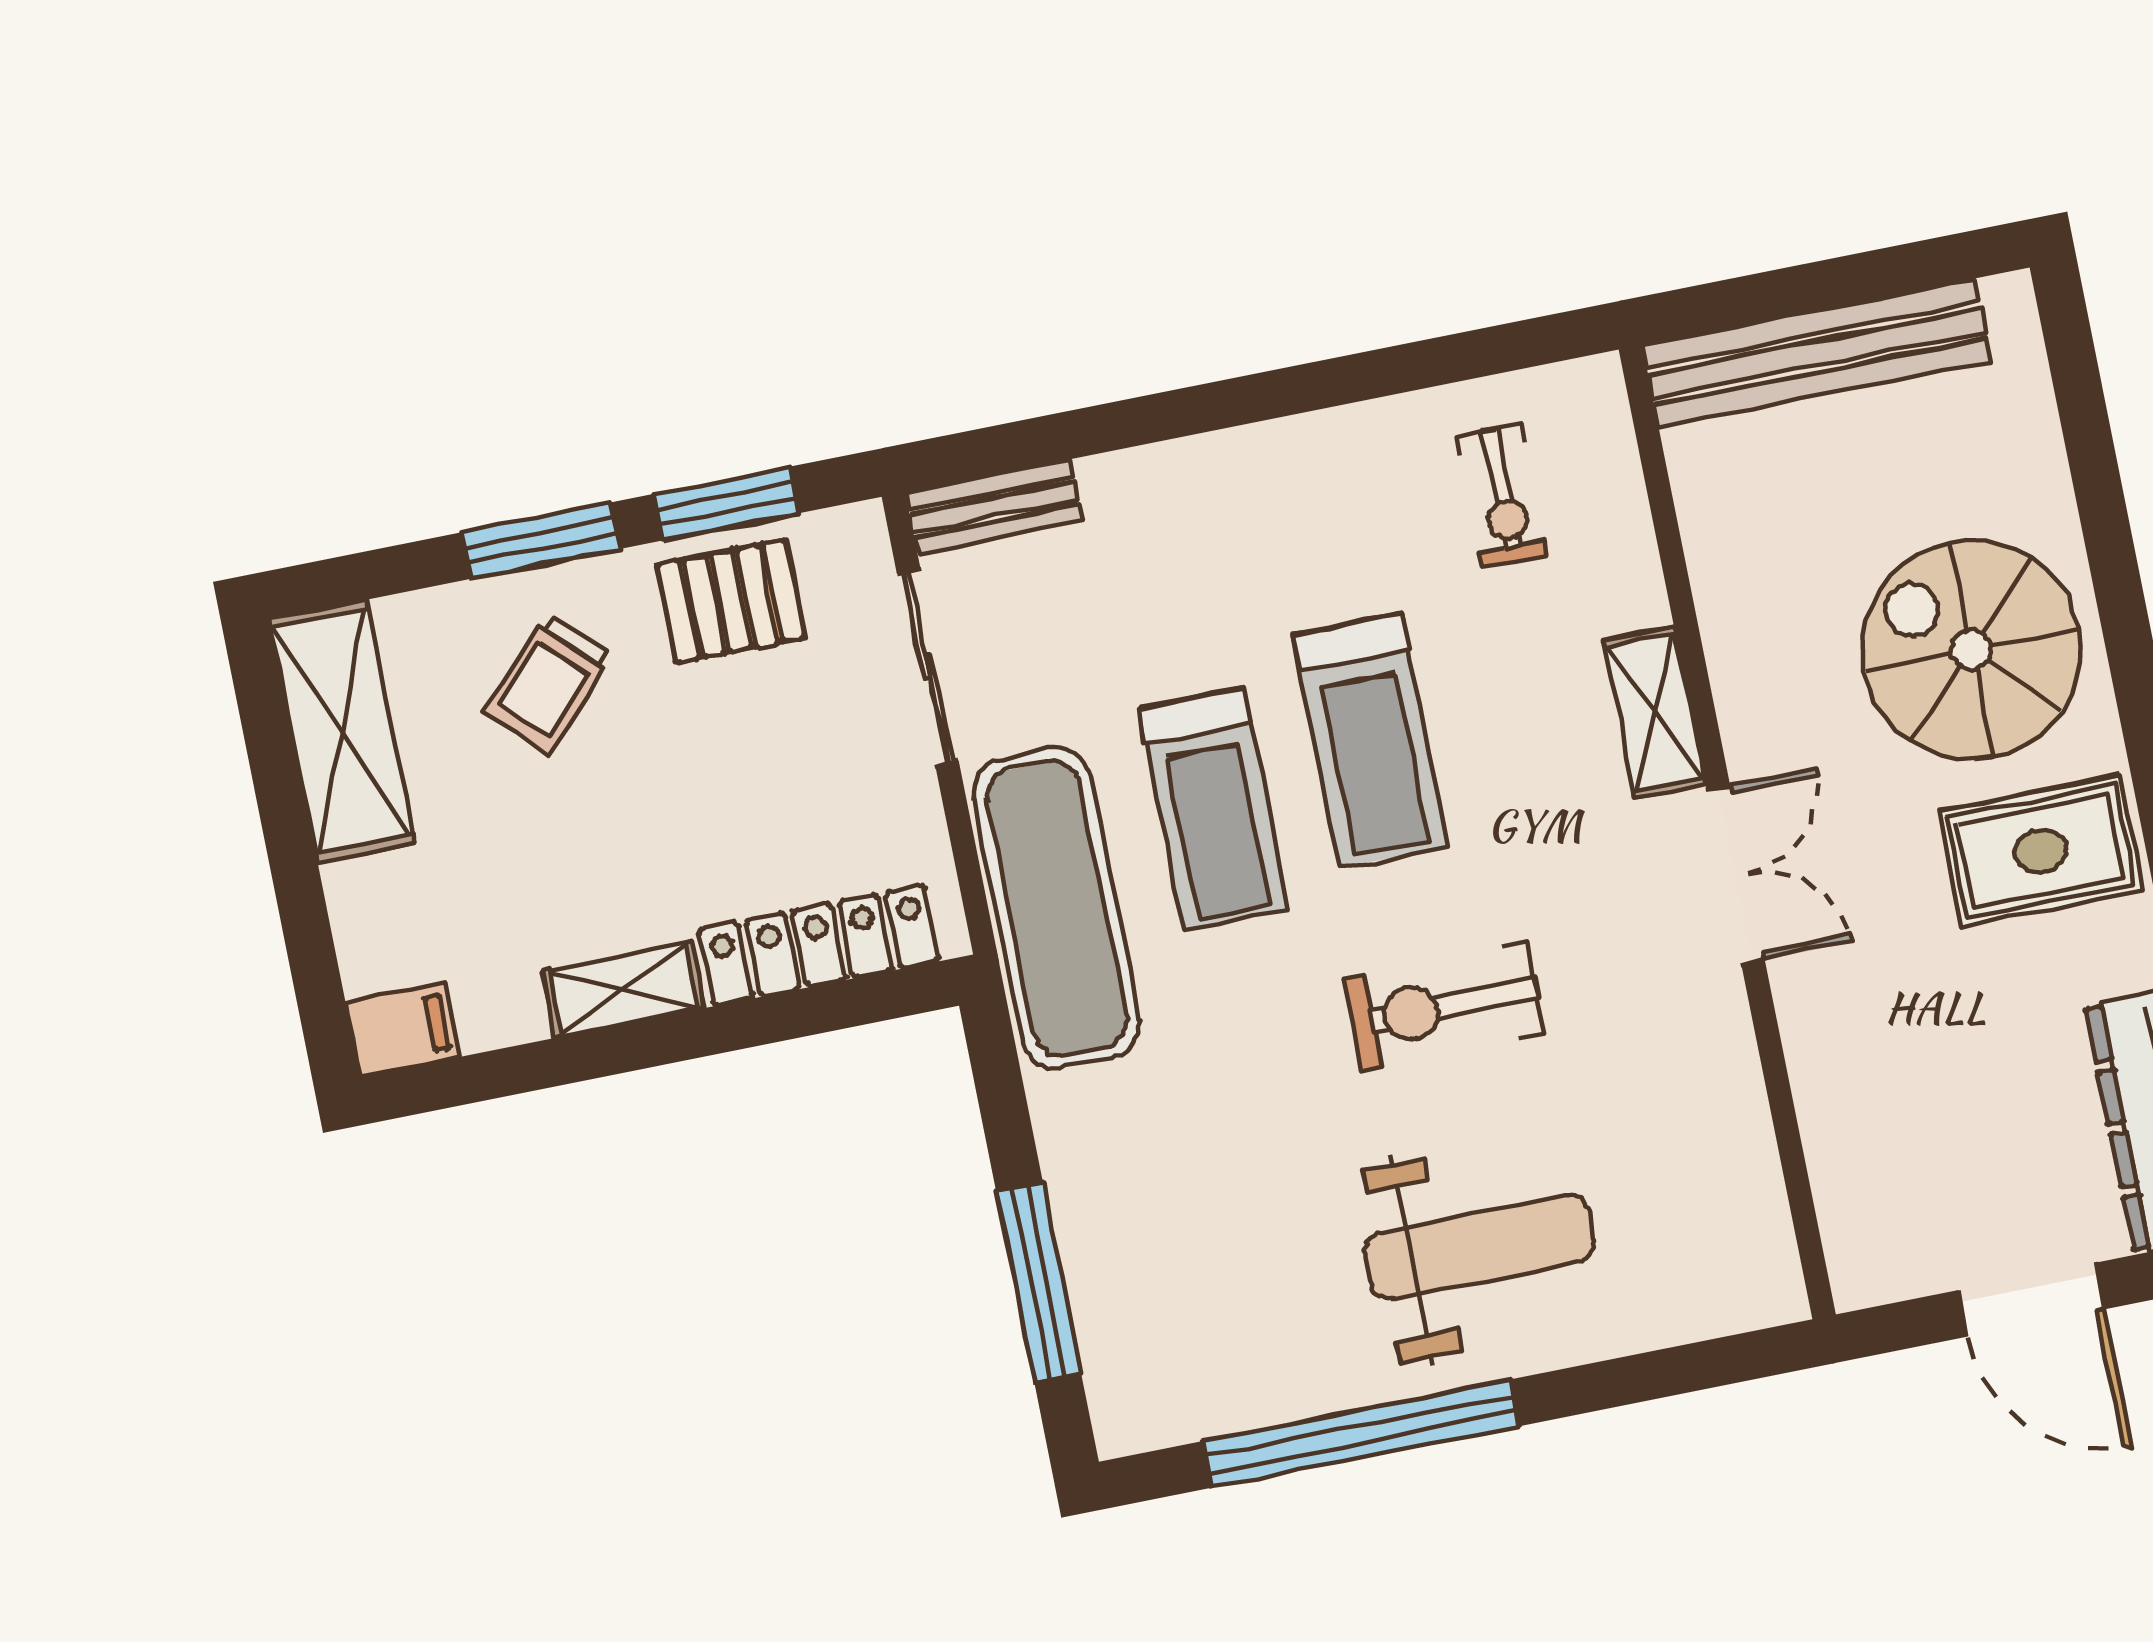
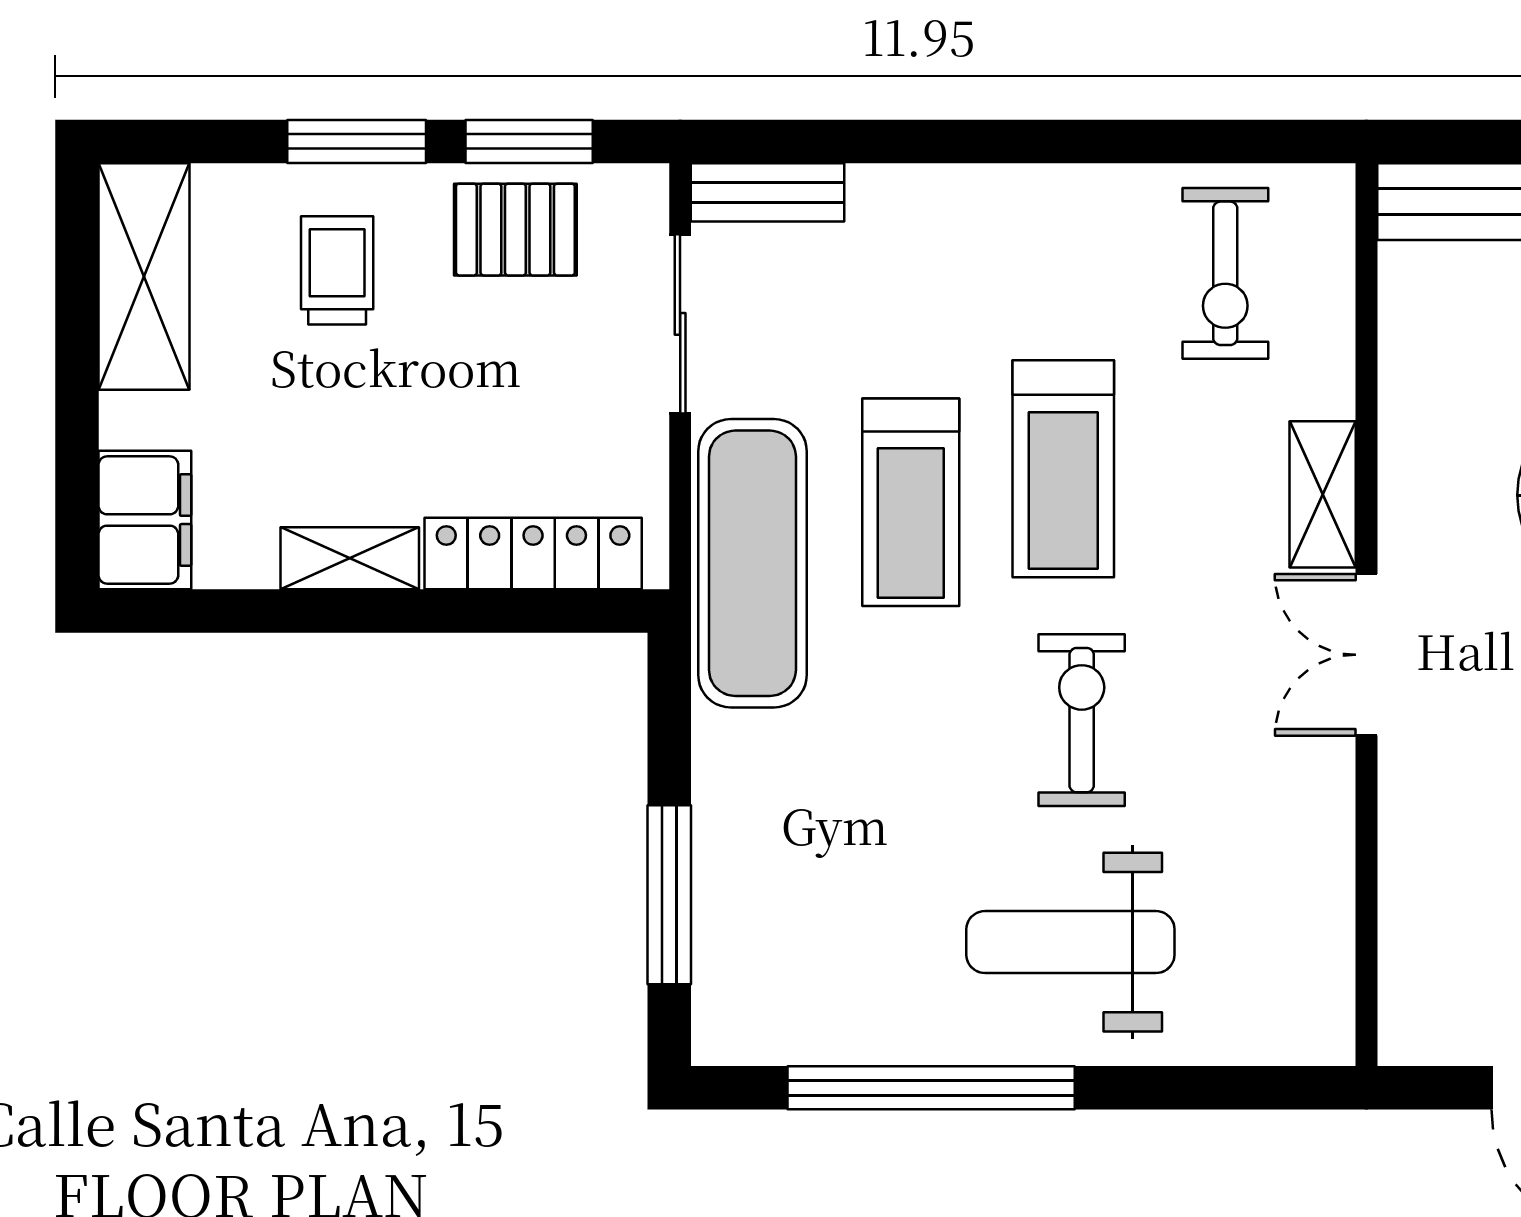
exercise bike: (1502, 496) -> (1225, 273), width x1.38, depth x1.39
trolley: (548, 683) -> (337, 270), turned 136
double door: (1736, 875) -> (1366, 655), swing flipped
exercise bike: (1444, 1006) -> (1082, 720), turned 90
filing cabinet: (403, 1030) -> (145, 520), width x2.00
weight bench: (1480, 1247) -> (1070, 942), turned 180

